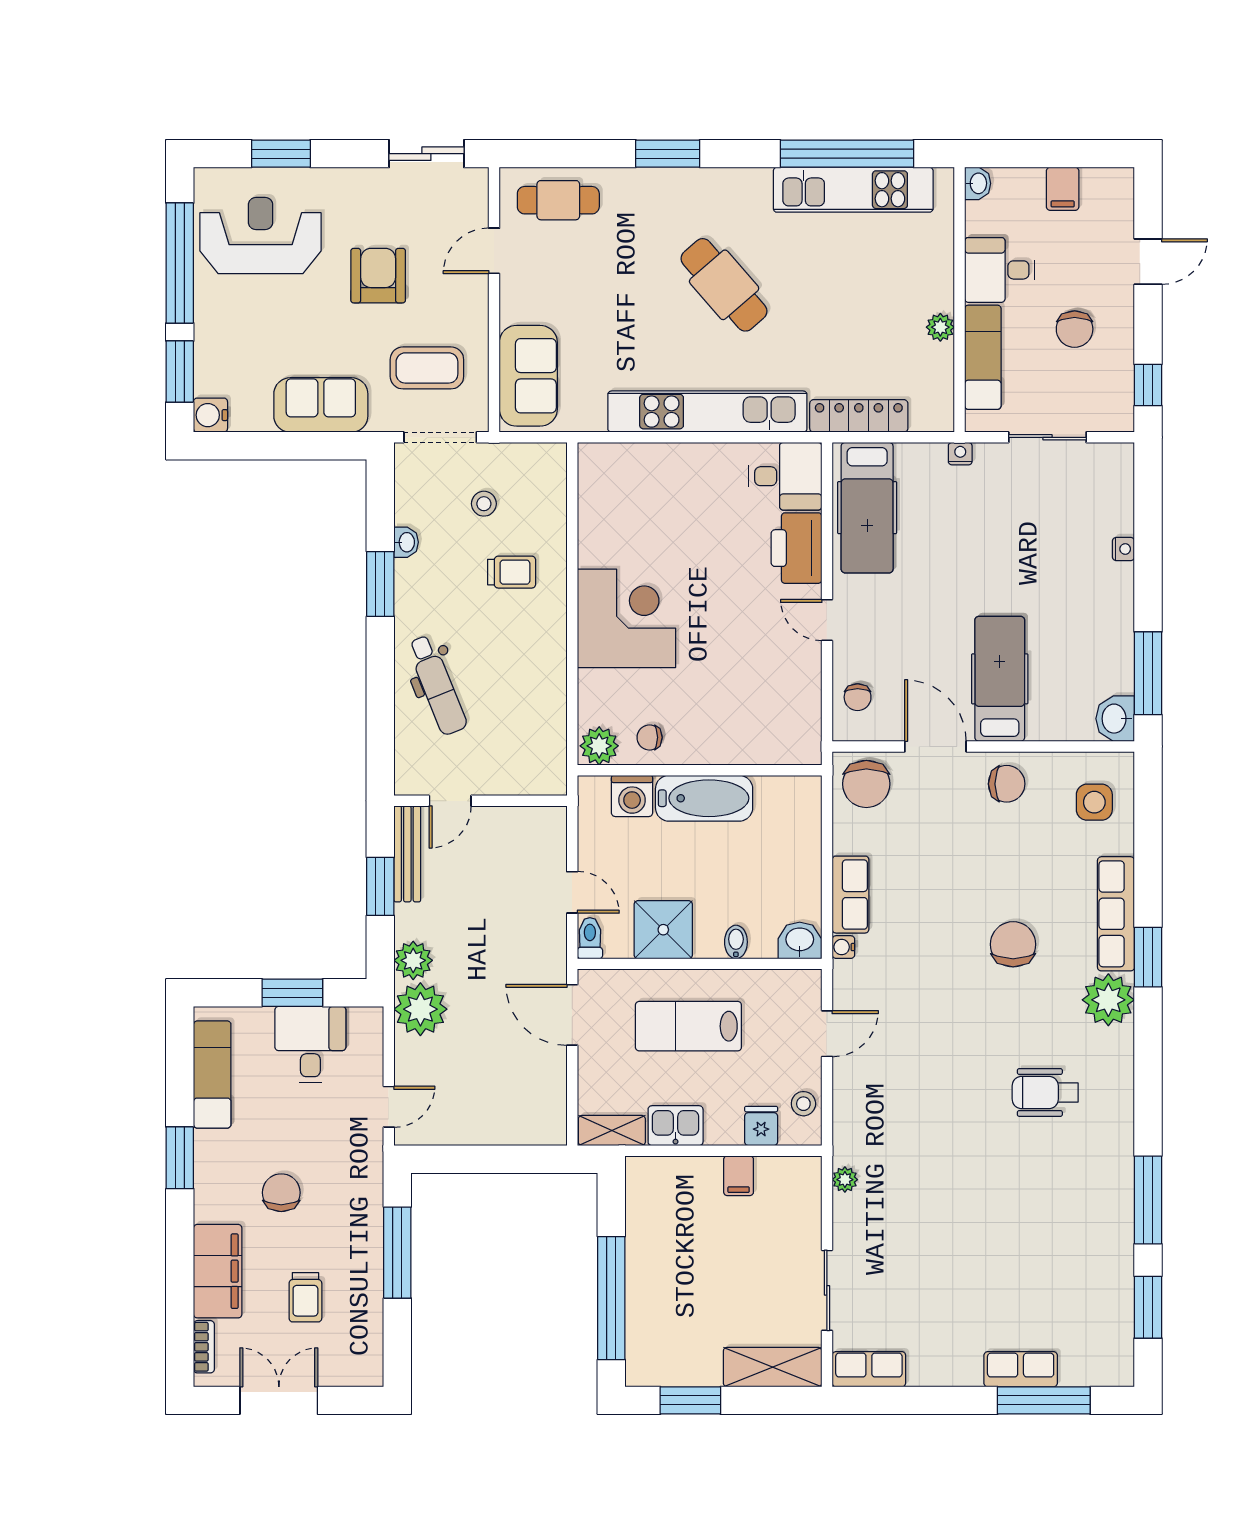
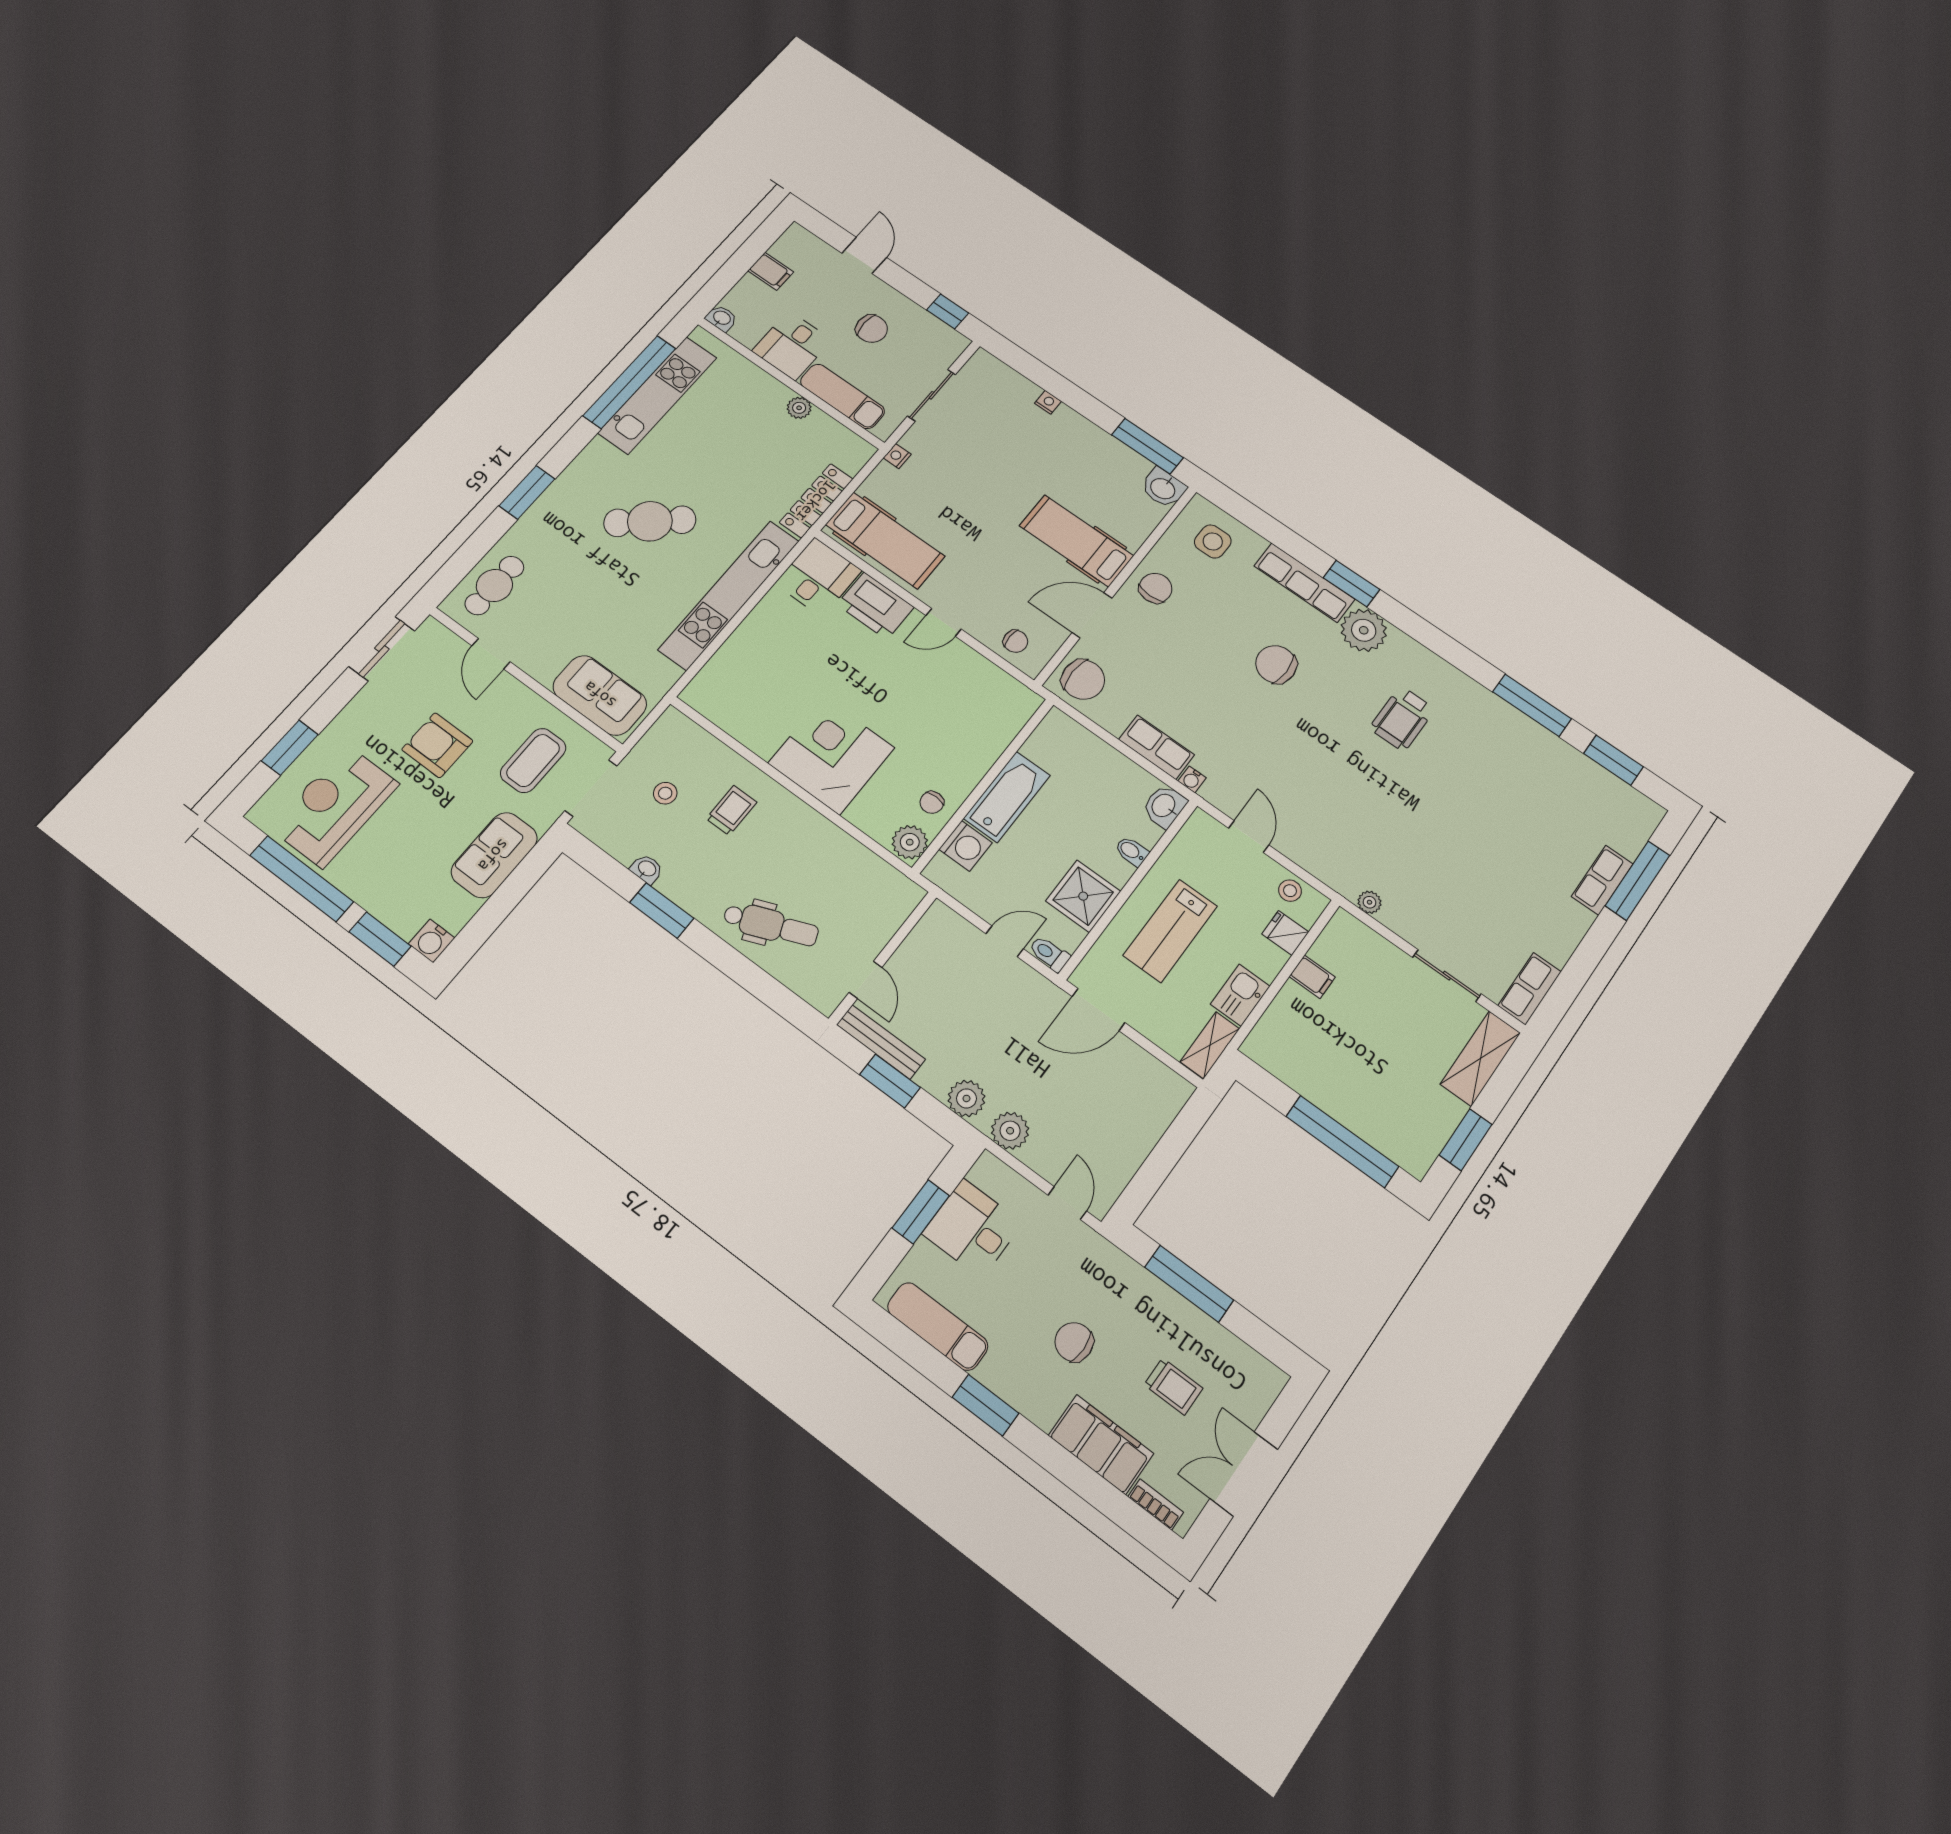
plant: (420, 1009) -> (1010, 1131), width x0.73, depth x0.73

